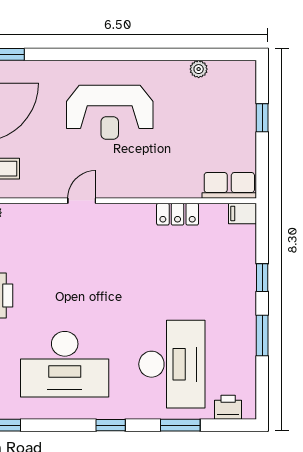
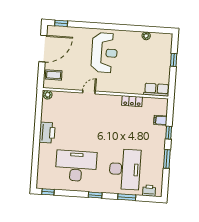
reception desk: (110, 112) -> (104, 53), turned -90
filing cabinet: (243, 213) -> (160, 120), moved
desk: (65, 364) -> (76, 166), turned 180

